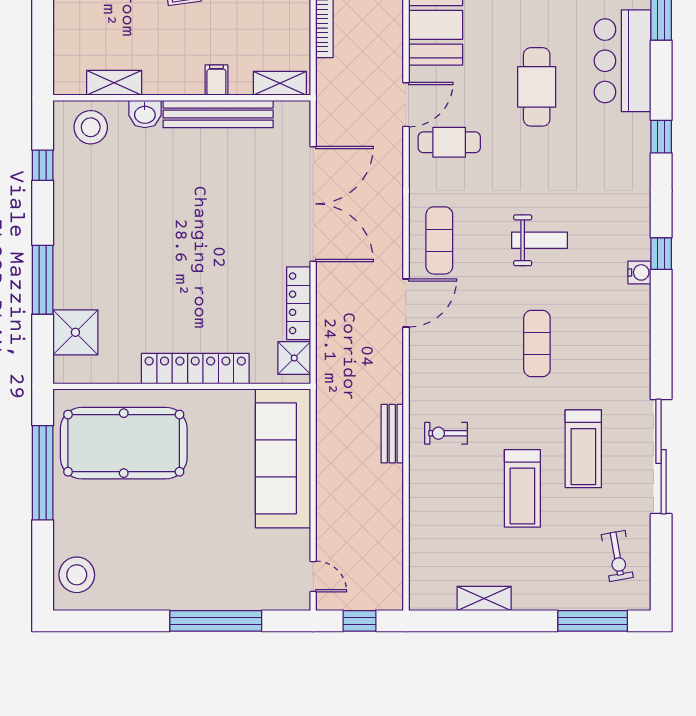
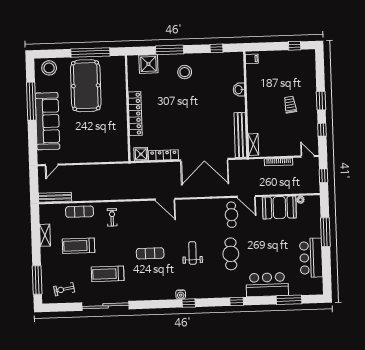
filing cabinet: (216, 80) -> (252, 59), moved
shelving: (114, 83) -> (251, 77), removed
cafe table: (537, 87) -> (231, 254), moved, turned 90
bench: (218, 114) -> (240, 135), moved
stool: (91, 127) -> (185, 72), moved
exercise mat: (439, 240) -> (79, 212), moved
weight bench: (539, 240) -> (192, 253), turned 180
bench: (392, 434) -> (55, 197), moved, width x1.36
pool table: (124, 443) -> (86, 86), moved
sofa: (283, 458) -> (47, 121), moved, turned 90
treadmill: (522, 488) -> (79, 246), moved
window: (216, 621) -> (31, 101), moved
window: (360, 621) -> (34, 184), removed

